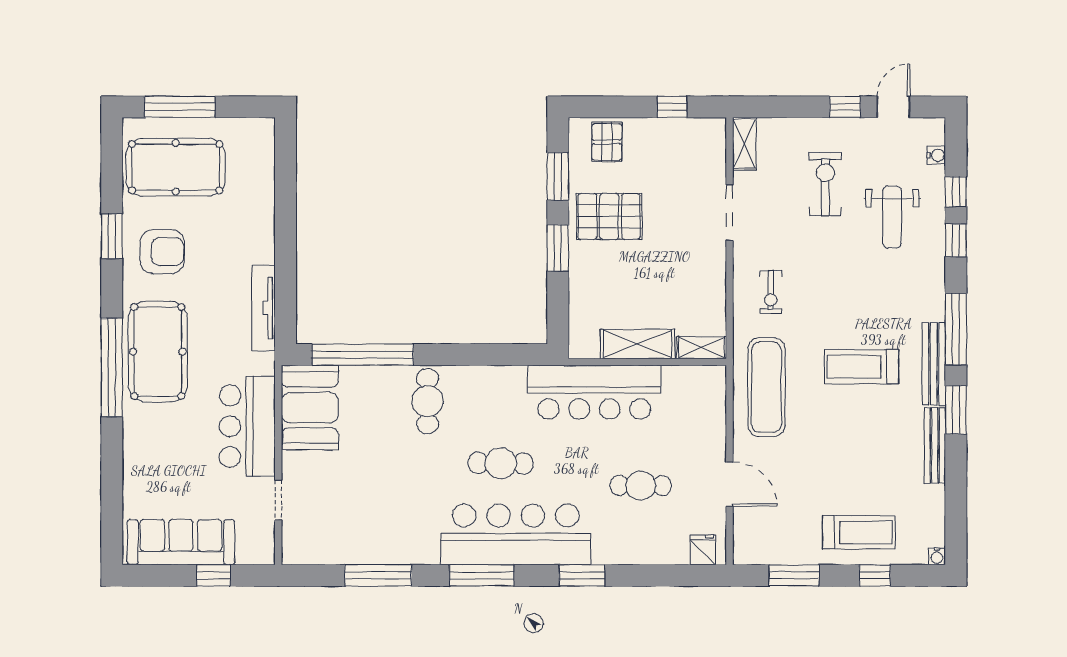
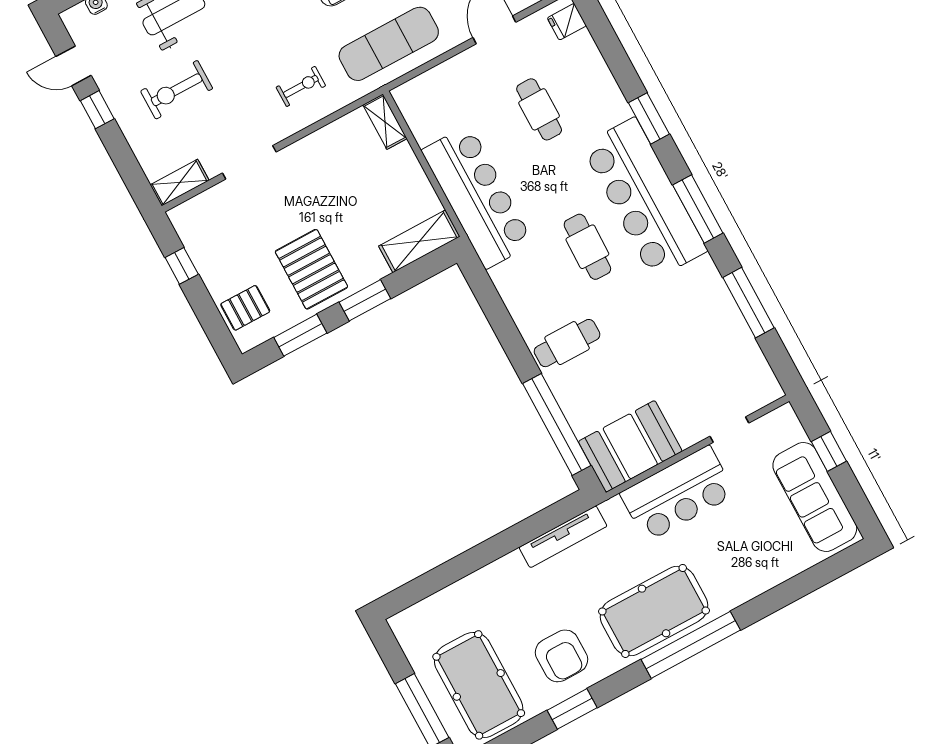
armchair: (162, 252) -> (561, 656), turned 180
shelving: (638, 344) -> (419, 241), moved, turned 90

